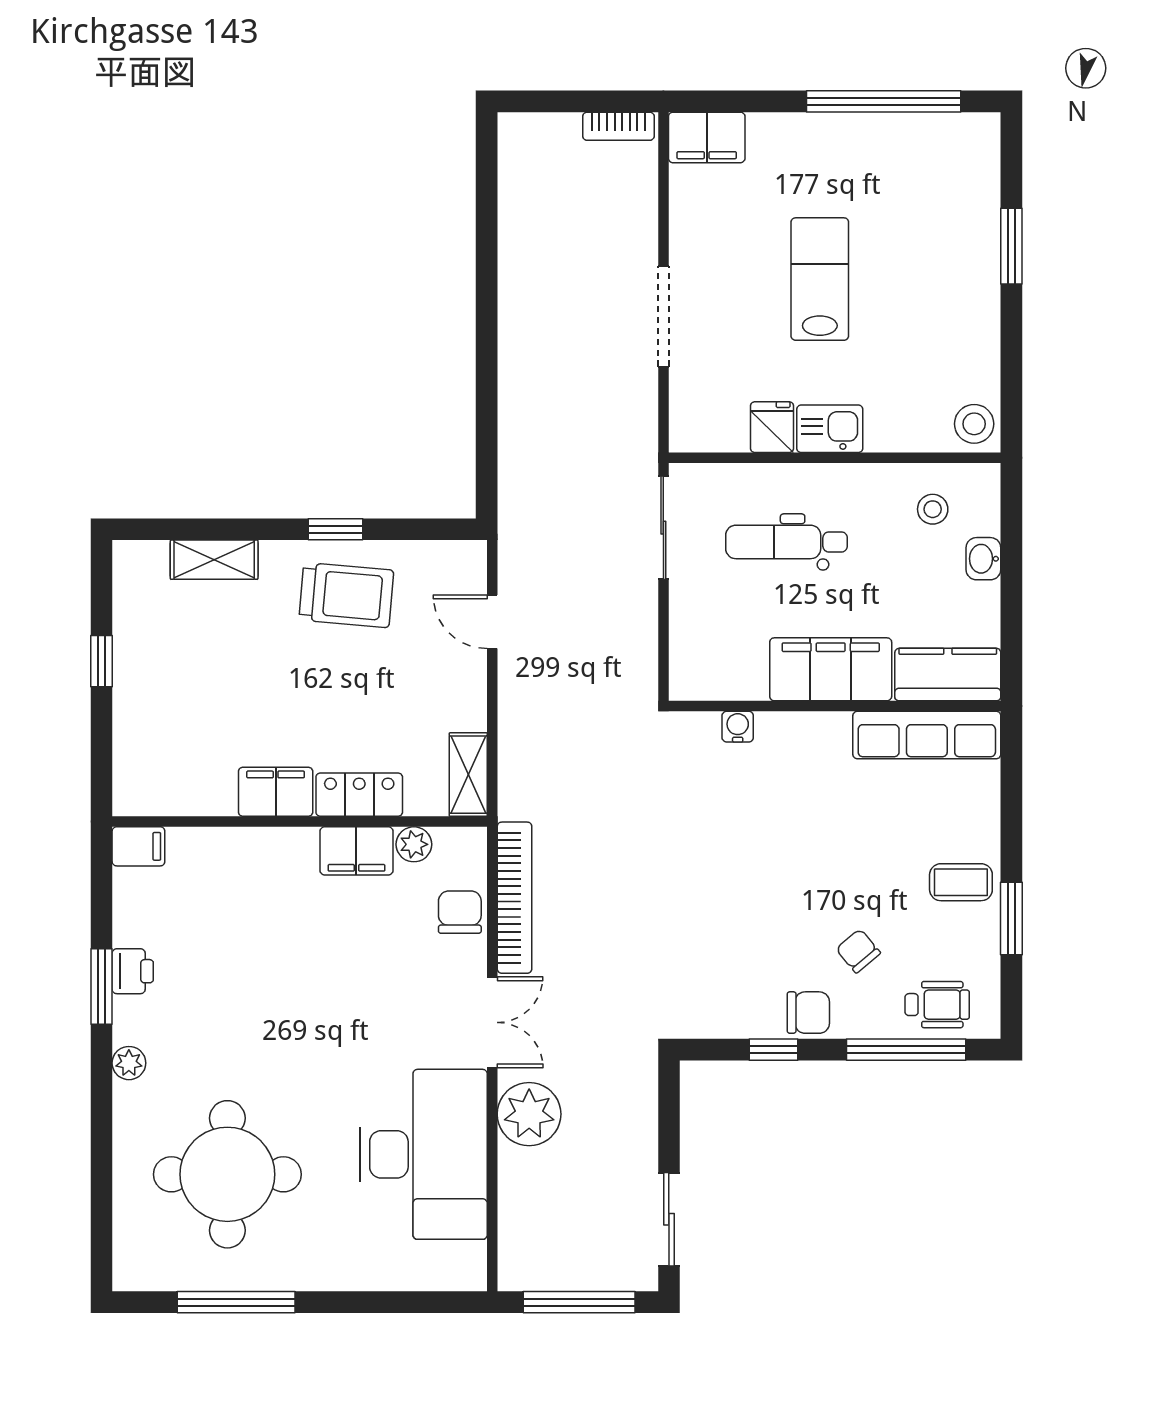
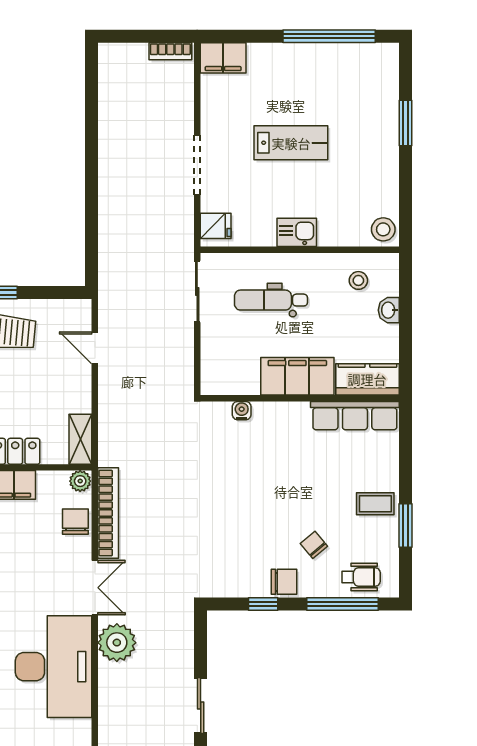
lab bench: (820, 279) -> (291, 143), turned 90
fridge: (772, 427) -> (216, 226), moved, turned 90
plant: (414, 844) -> (80, 481), moved

